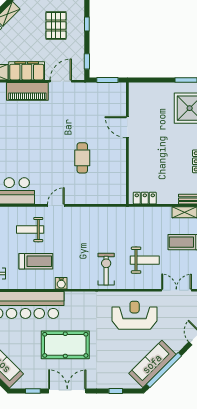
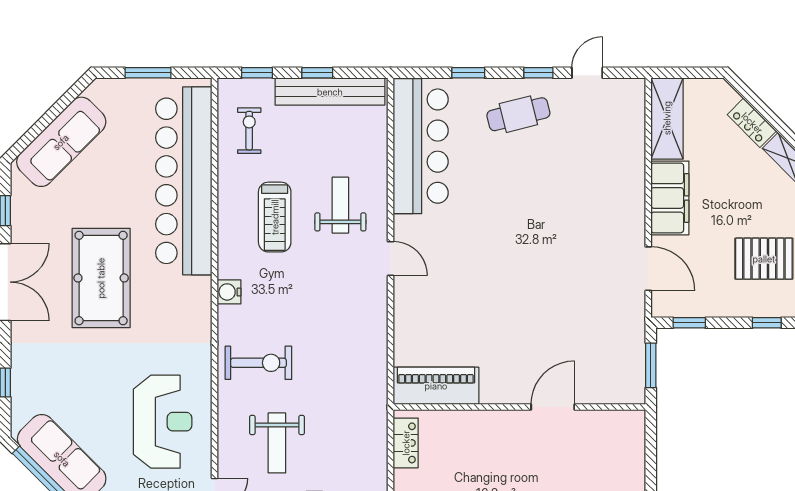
piano: (27, 91) -> (436, 386), moved, turned 90
cafe table: (82, 158) -> (489, 313), removed
water cooler: (61, 283) -> (229, 292), moved

